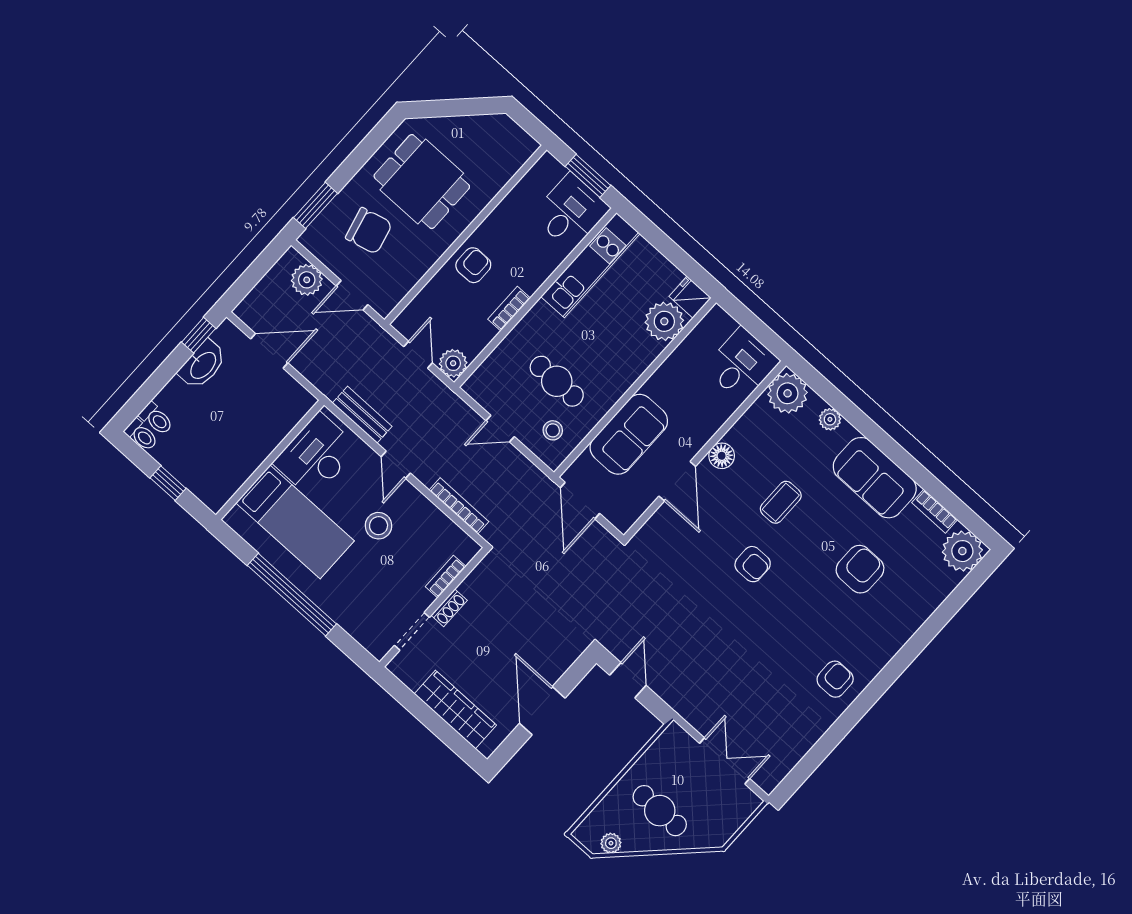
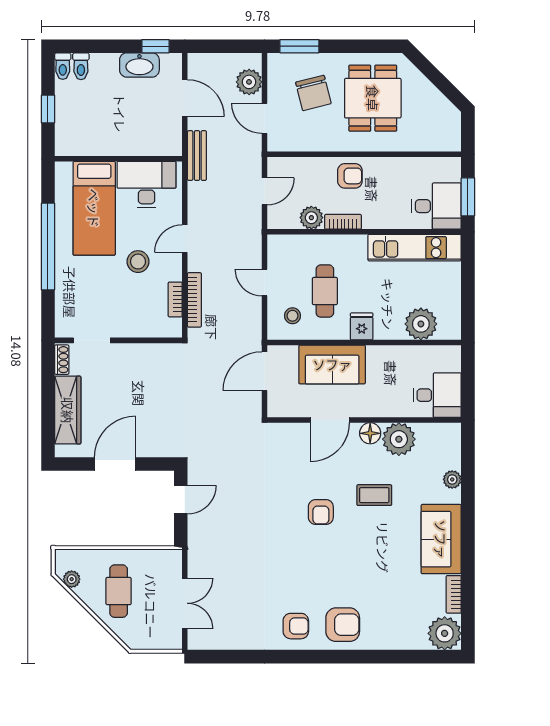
fridge: (690, 297) -> (362, 326), moved
plant: (453, 363) -> (311, 218), moved
plant: (788, 393) -> (399, 439), moved
bench: (362, 415) -> (197, 156), moved
armchair: (860, 569) -> (343, 625), moved
bookcase: (446, 577) -> (175, 299), moved, turned -90
shoe rack: (449, 608) -> (62, 360), moved, turned -90

